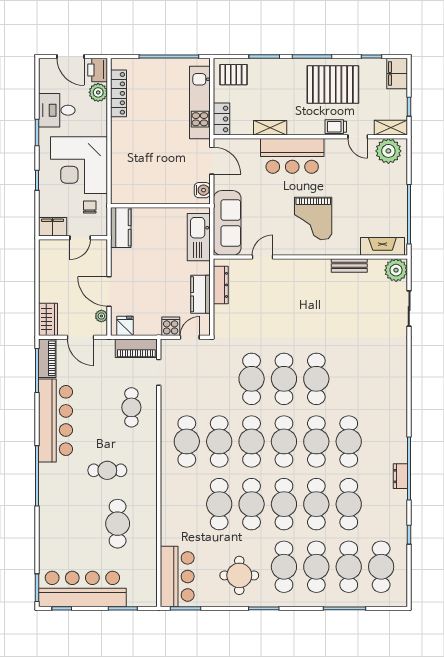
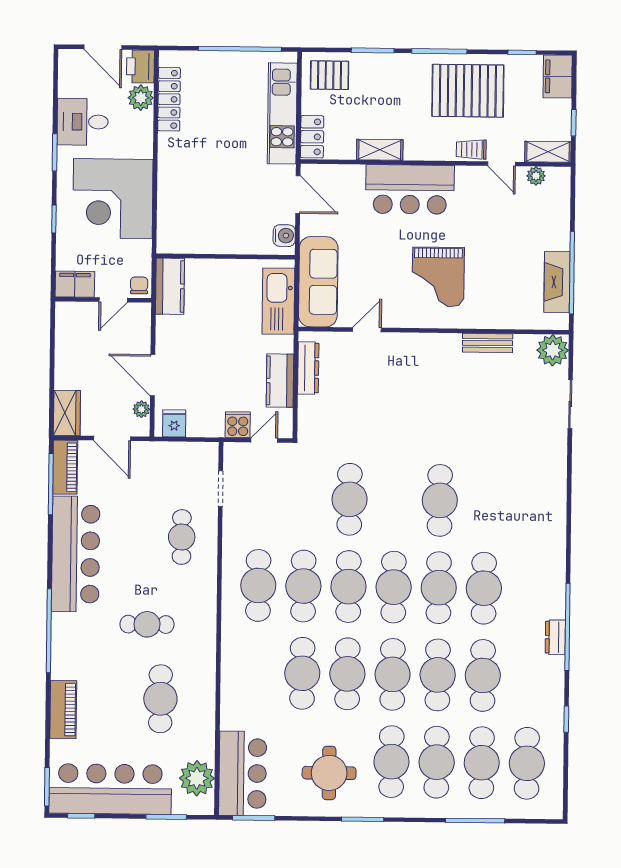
plant: (388, 151) -> (536, 176), width x0.53, depth x0.53
chair: (90, 207) -> (139, 285), moved
fireplace: (382, 246) -> (557, 282), moved, turned -90
piano: (136, 348) -> (63, 710), moved, turned -90
cafe table: (284, 379) -> (395, 500), removed
plant: (144, 580) -> (197, 778), added

